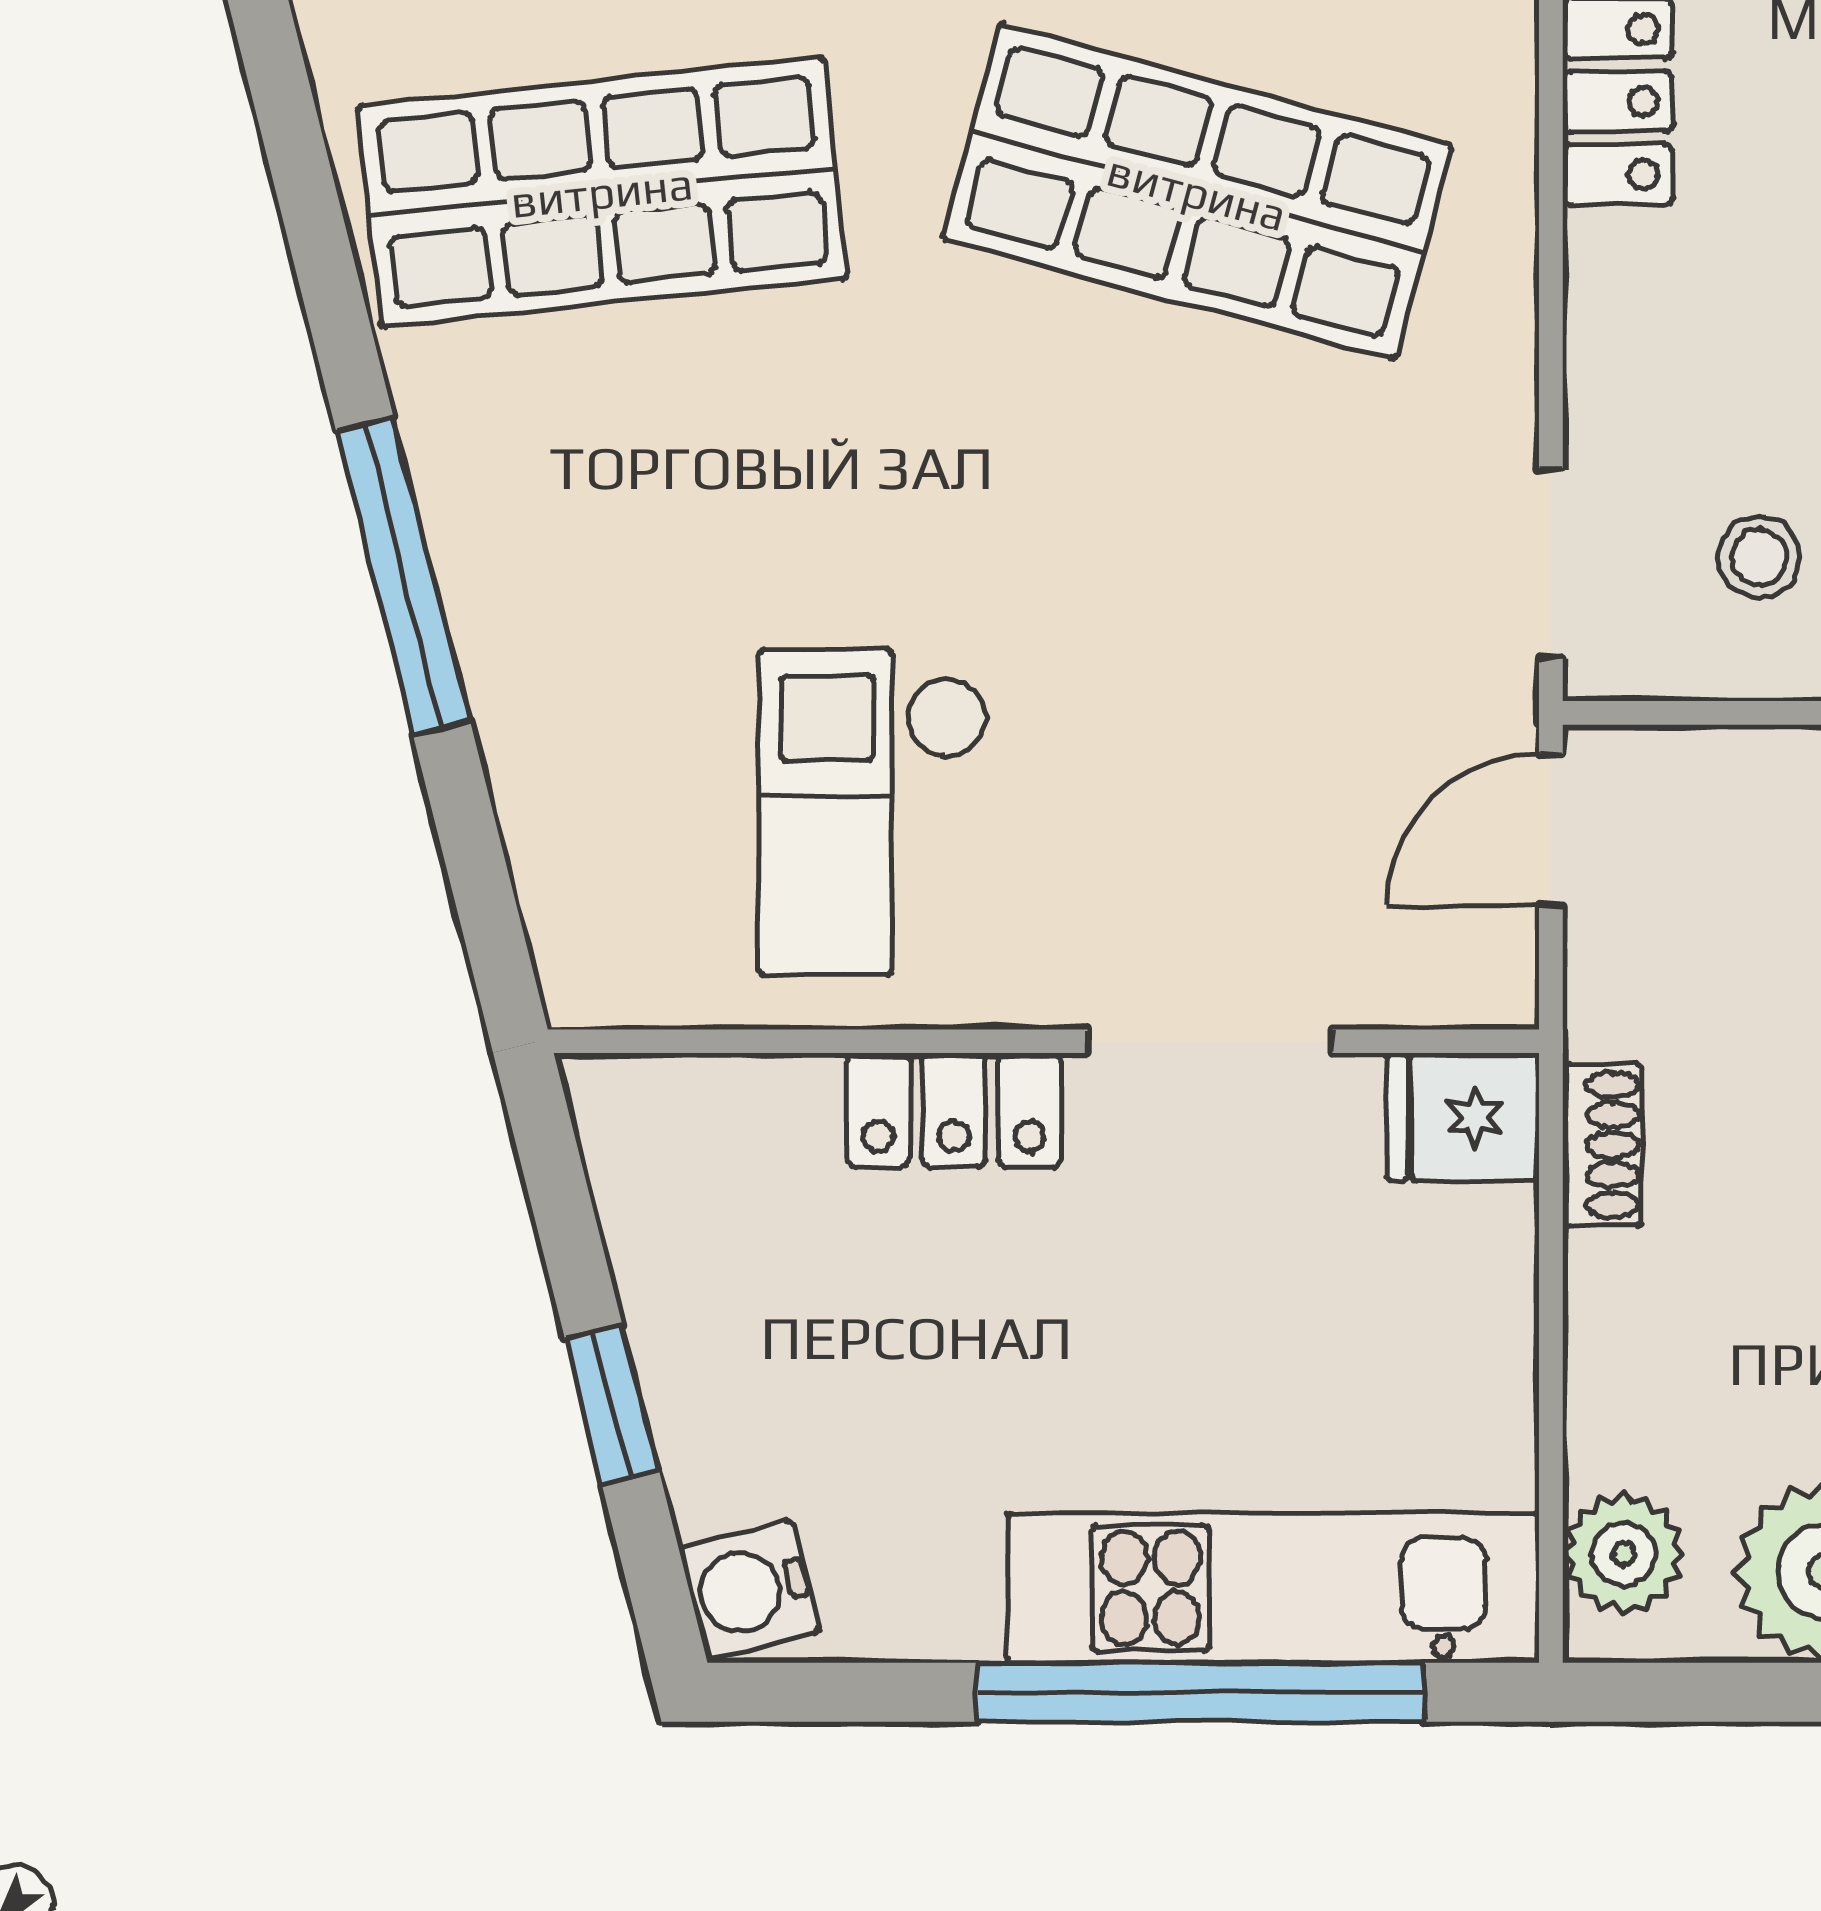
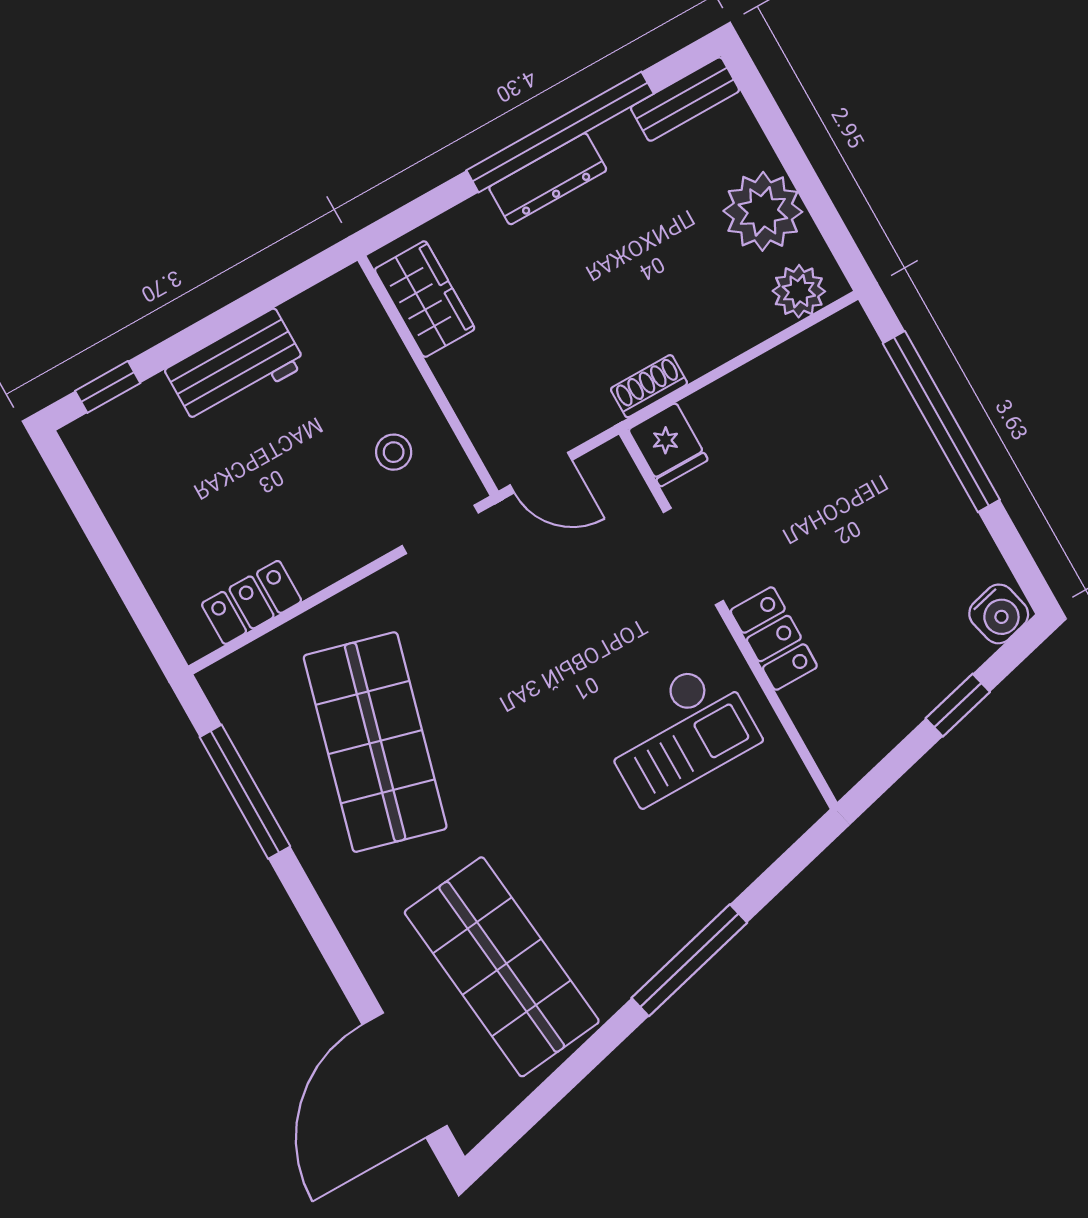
kitchen unit: (1273, 1588) -> (886, 416), removed

